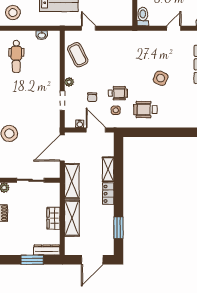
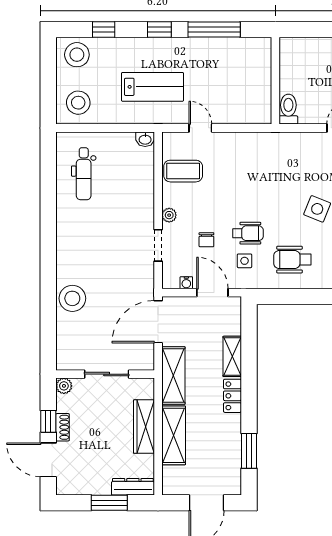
washbasin: (42, 35) -> (145, 139), moved
coffee table: (78, 55) -> (183, 171), turned -63
wardrobe: (54, 218) -> (144, 427), width x1.50

